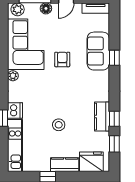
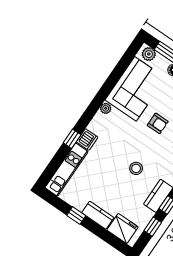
armchair: (62, 59) -> (158, 123), turned 90
stool: (59, 125) -> (136, 168), moved

